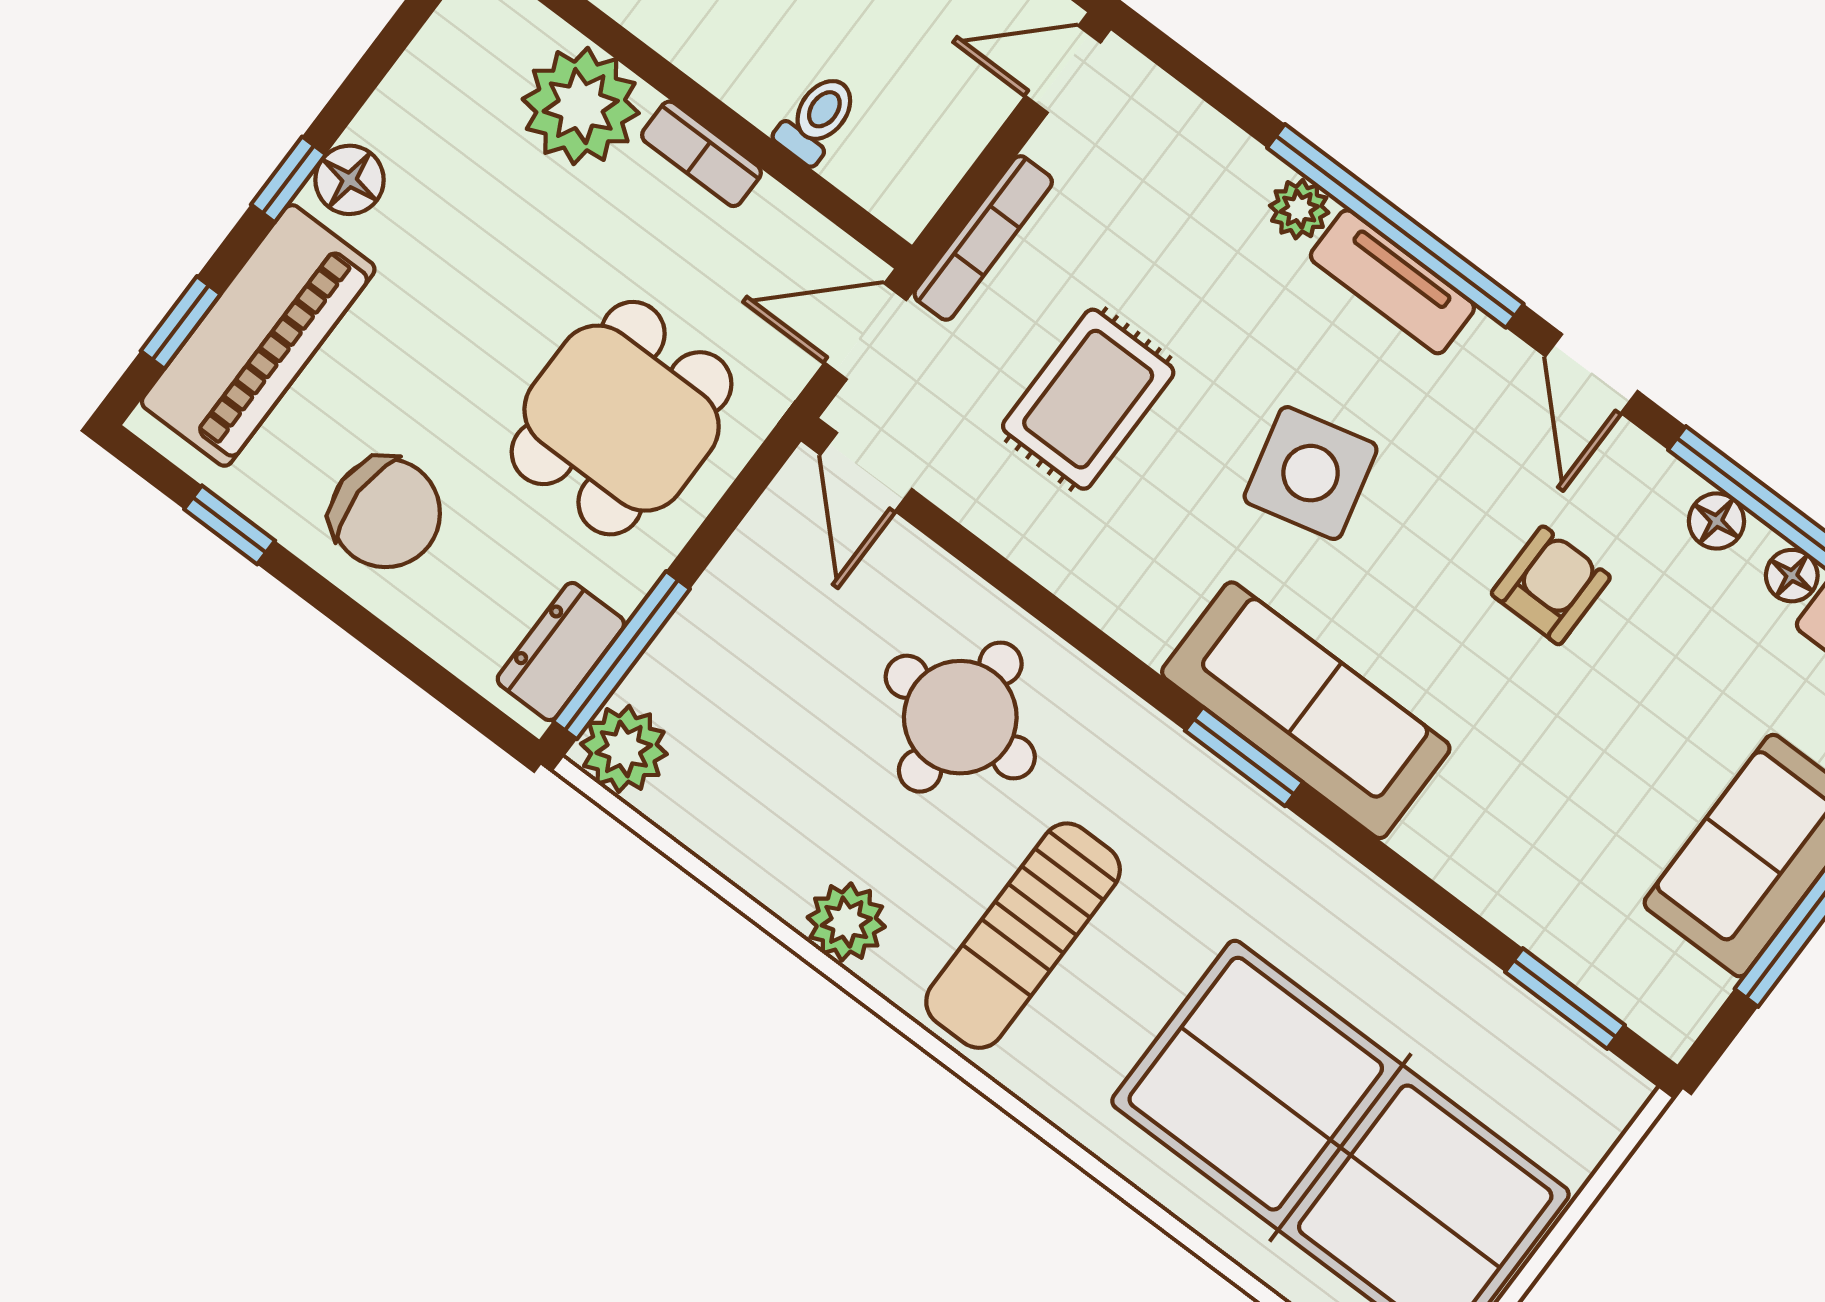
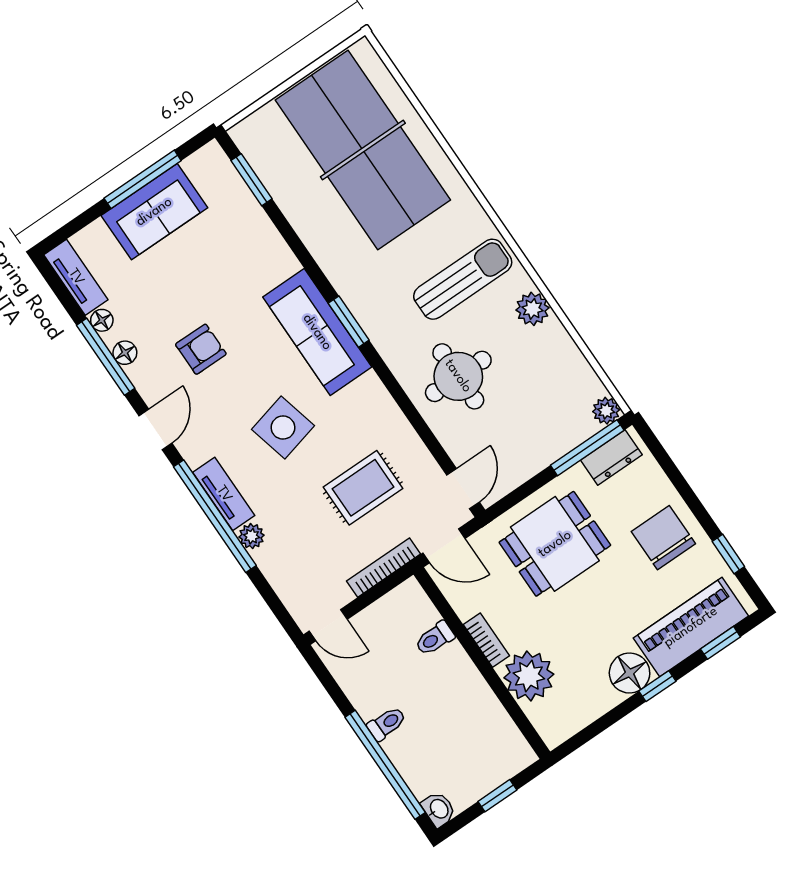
floor lamp: (350, 180) -> (630, 673), width x1.38, depth x1.38
armchair: (1551, 585) -> (201, 349), turned 180
plant: (624, 749) -> (606, 411), width x0.73, depth x0.73

